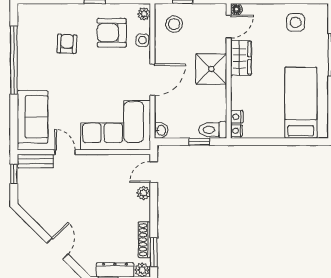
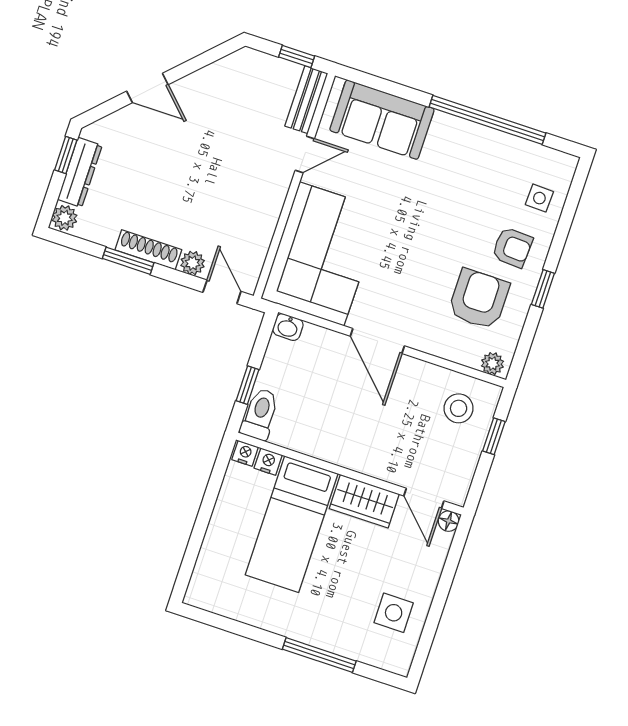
side table: (142, 40) -> (539, 198), moved
armchair: (67, 44) -> (512, 247), moved
shower: (211, 69) -> (363, 445), removed
bed: (301, 103) -> (292, 524), moved, turned 90
shoe rack: (144, 240) -> (148, 250), moved
window: (154, 252) -> (128, 261), moved

